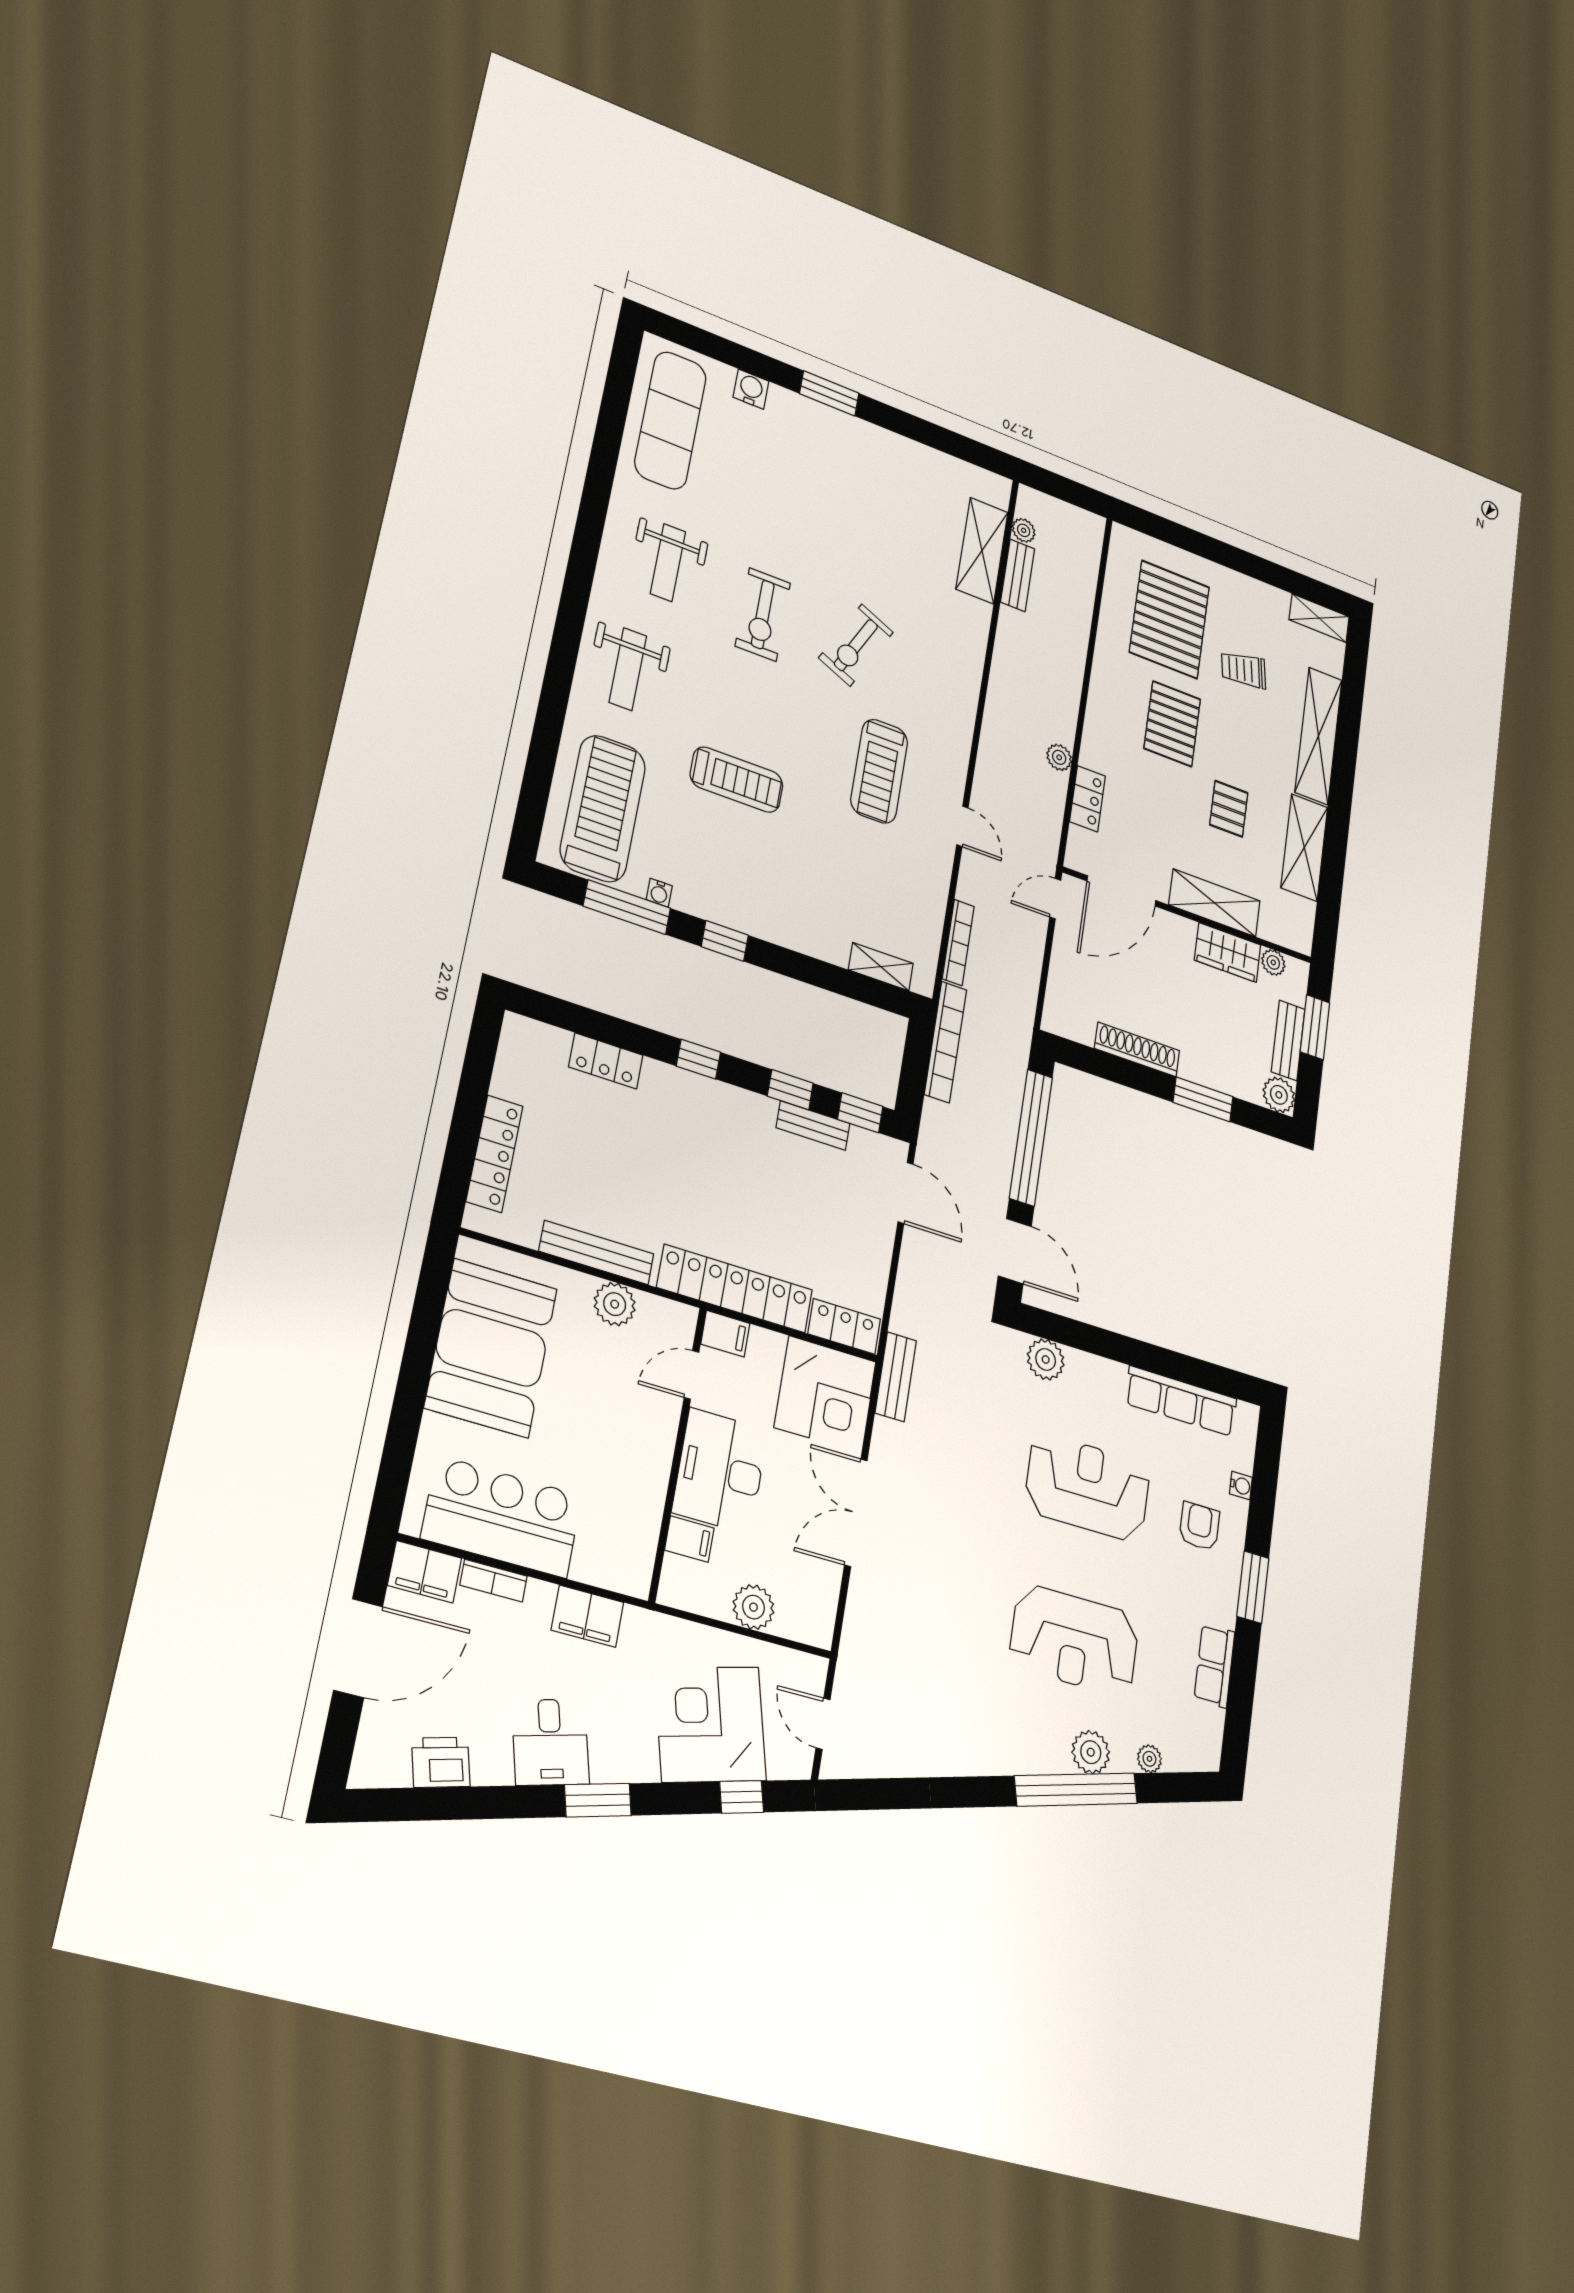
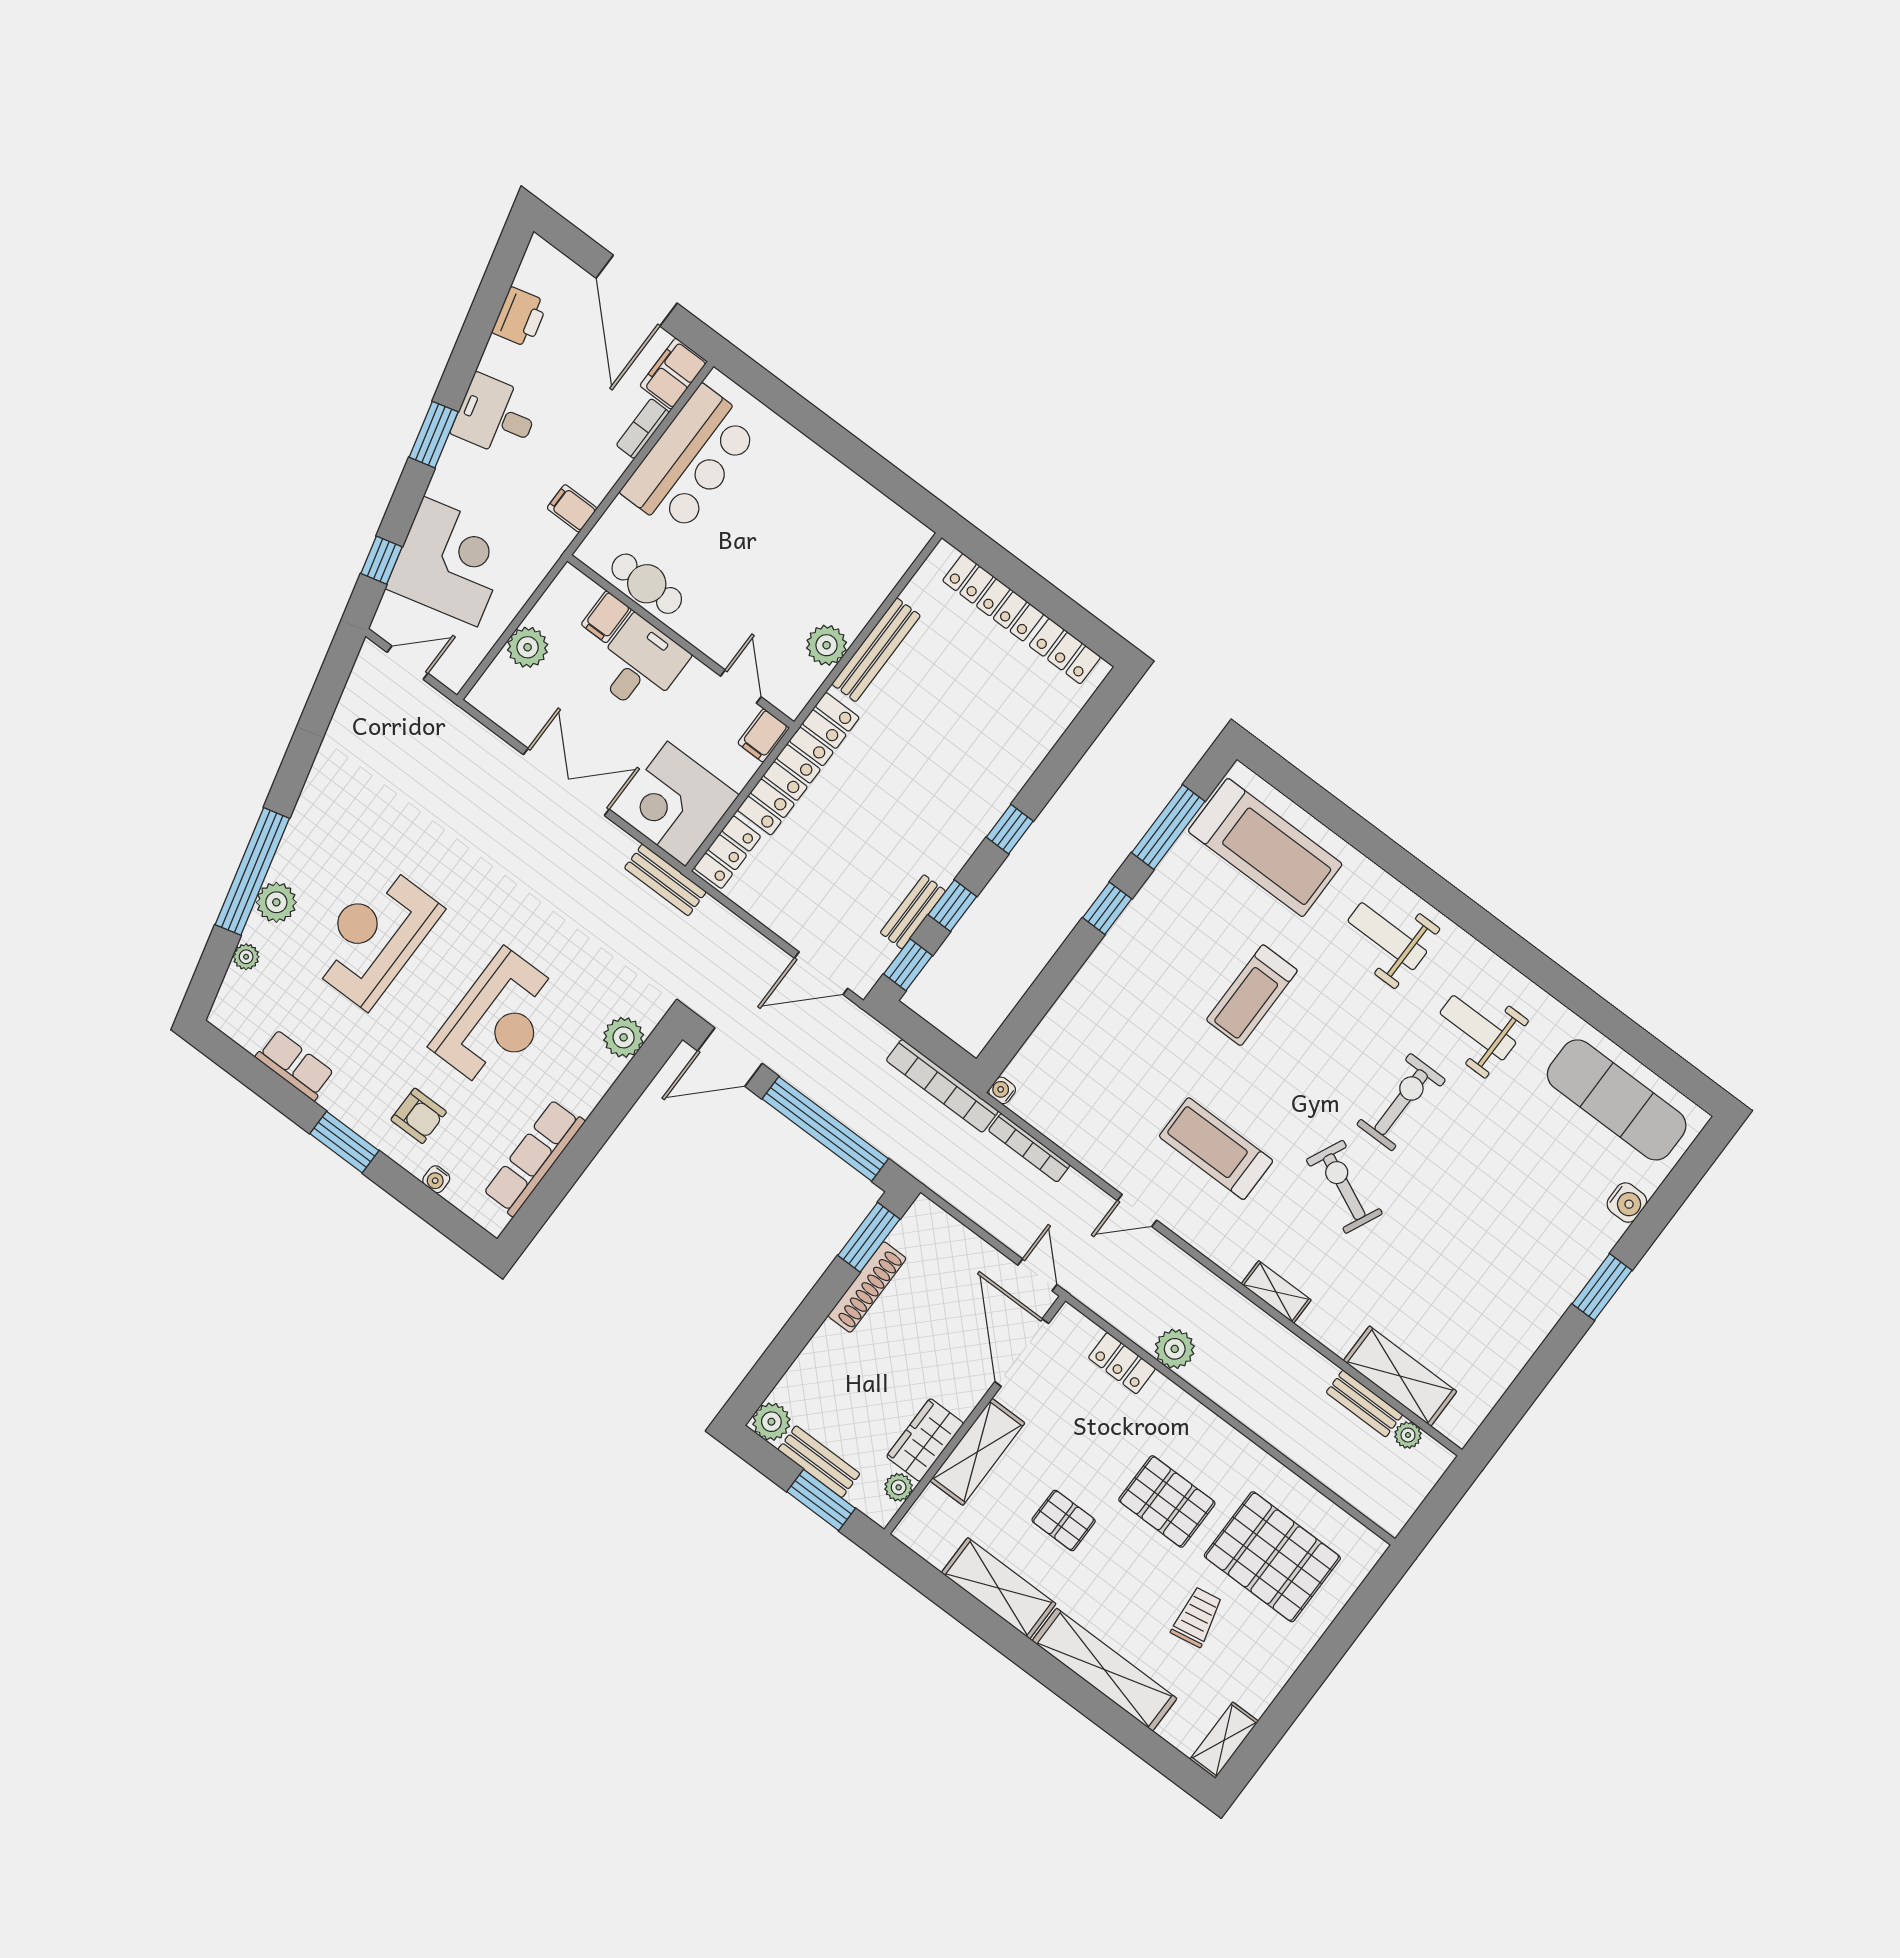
exercise bike: (763, 614) -> (1401, 1102), turned 90
plant: (1059, 757) -> (1175, 1349), width x1.38, depth x1.38
water cooler: (659, 893) -> (1002, 1090), moved
shelving: (881, 967) -> (1276, 1292), moved, turned 90
locker: (606, 1061) -> (1065, 651), moved, turned -90
window: (1203, 1099) -> (869, 1237), moved
booth: (491, 1348) -> (832, 516), removed
desk: (720, 1471) -> (640, 665), width x0.73
cafe table: (640, 1511) -> (647, 584), added
filing cabinet: (587, 1616) -> (572, 508), width x0.50

